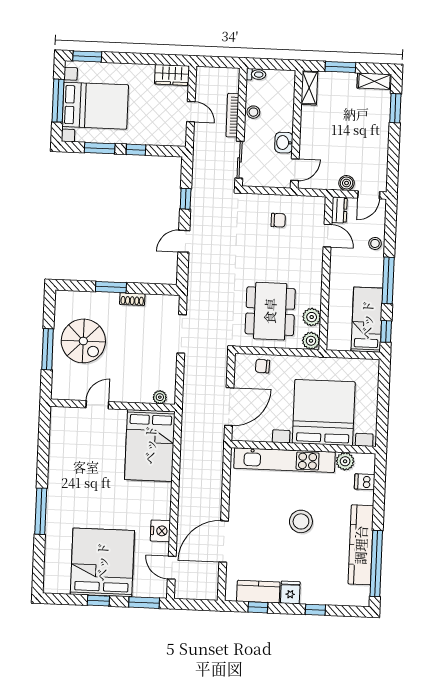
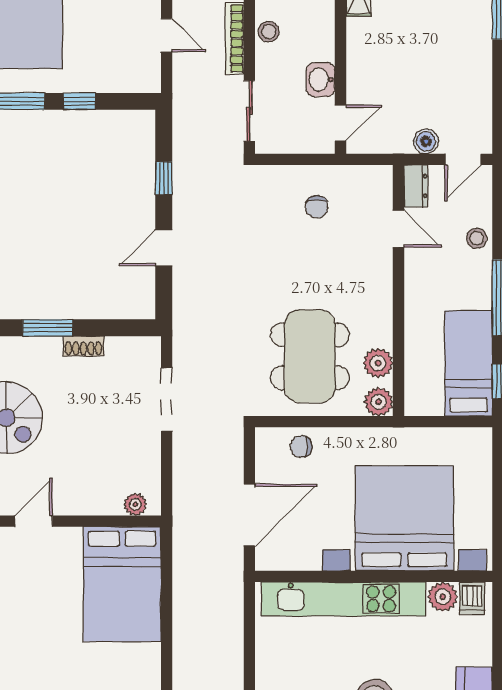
chair: (278, 220) -> (317, 207), turned 90
dishwasher: (365, 482) -> (472, 598), moved, turned -90

